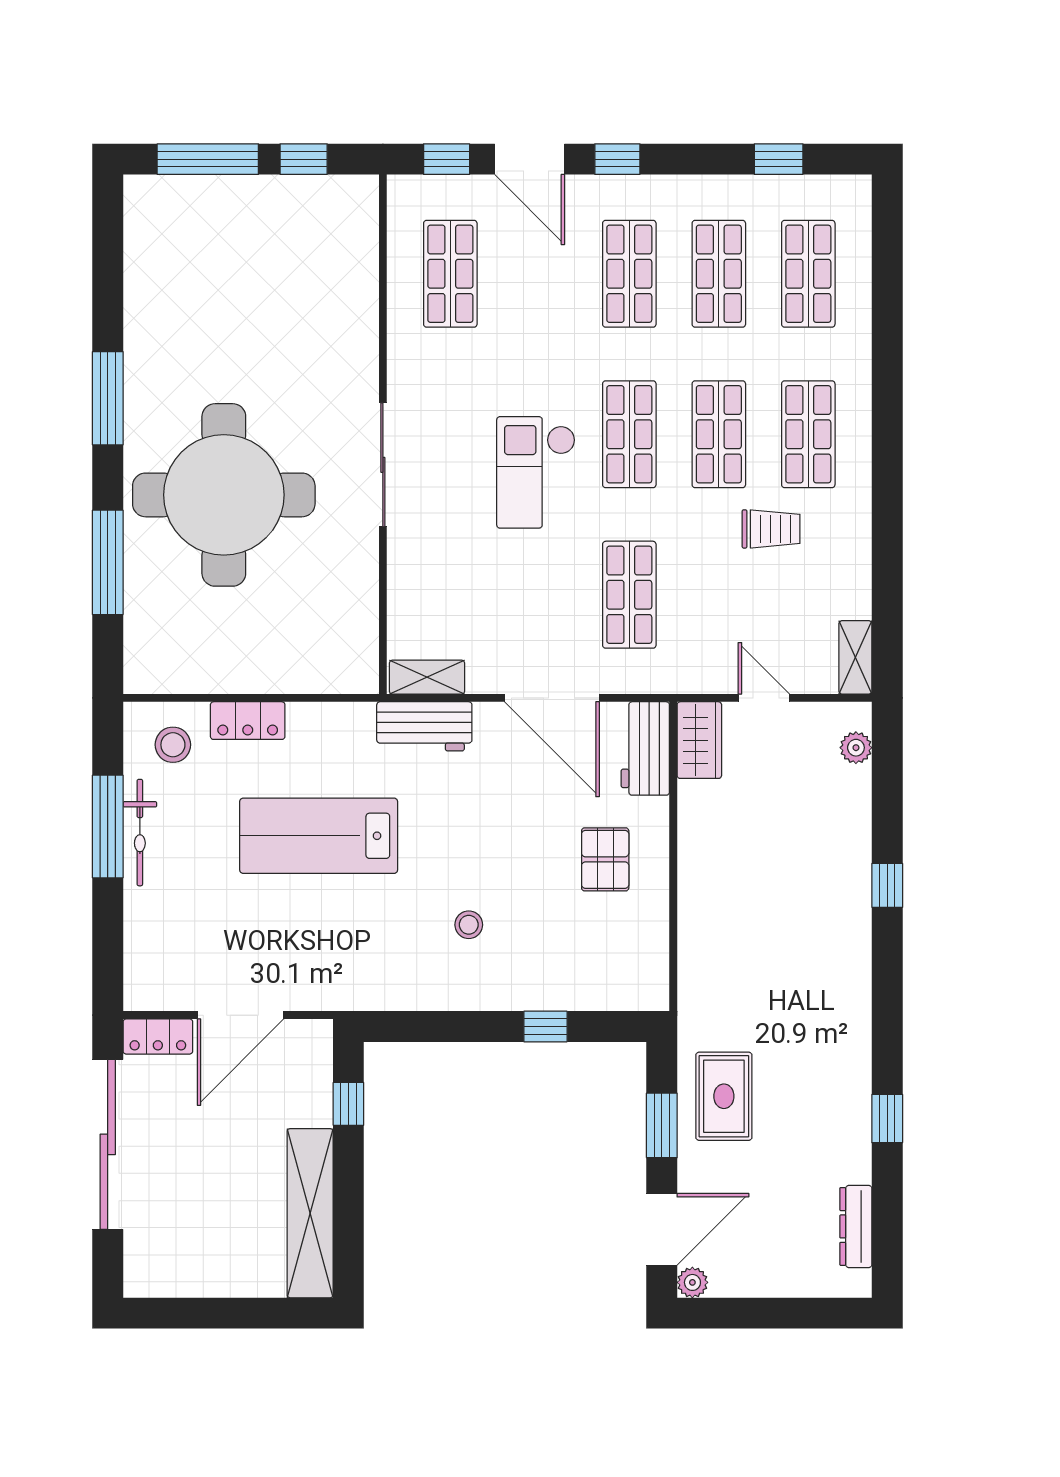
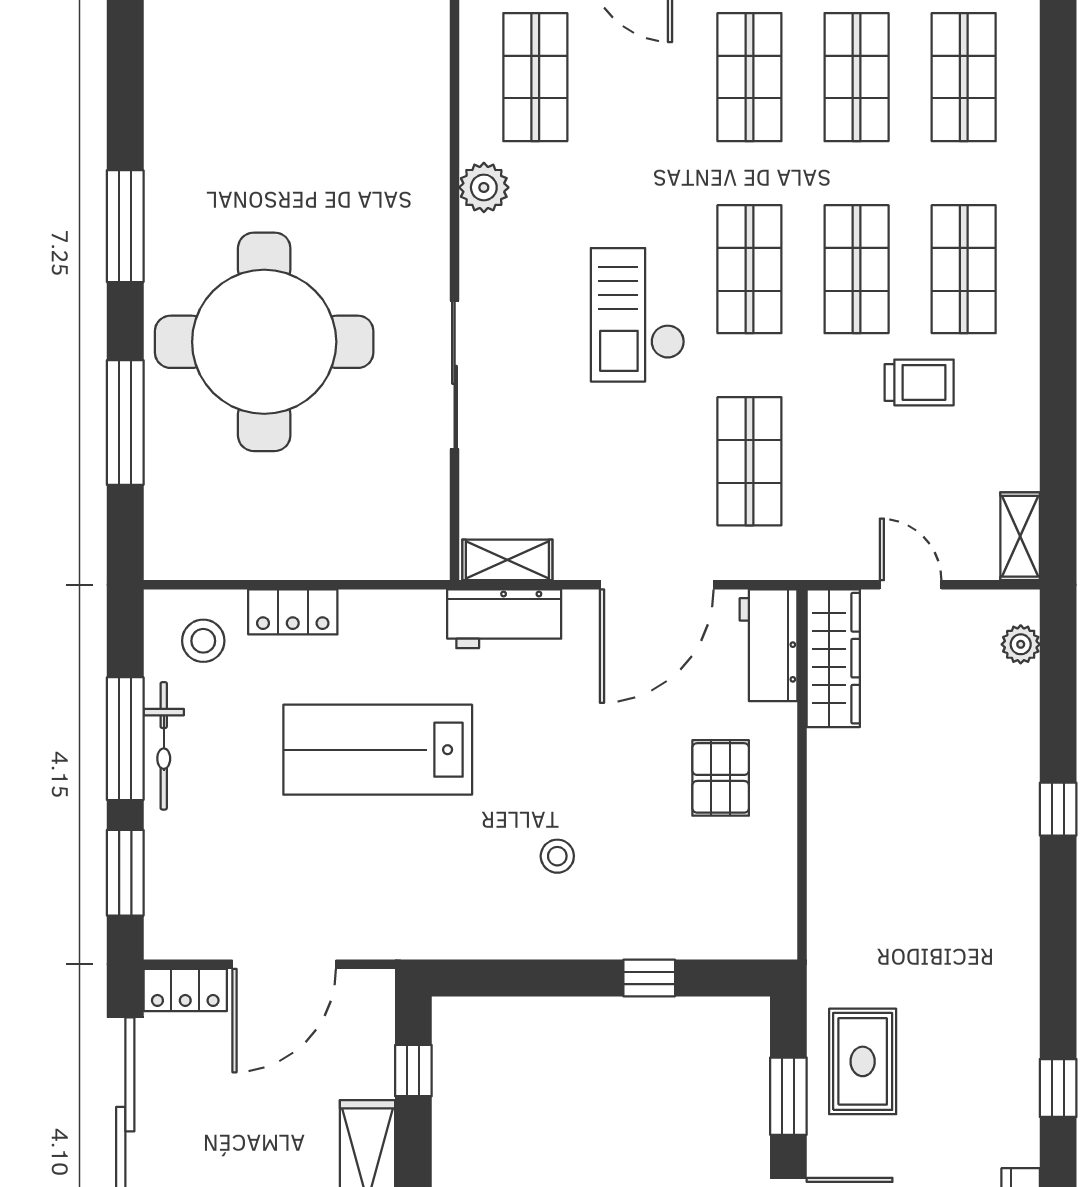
plant: (407, 366) -> (484, 187), added
sliding door: (383, 465) -> (455, 375), moved
door: (552, 698) -> (657, 585), hinge flipped
wardrobe: (699, 740) -> (833, 658), width x1.50
window: (108, 939) -> (125, 873), added

